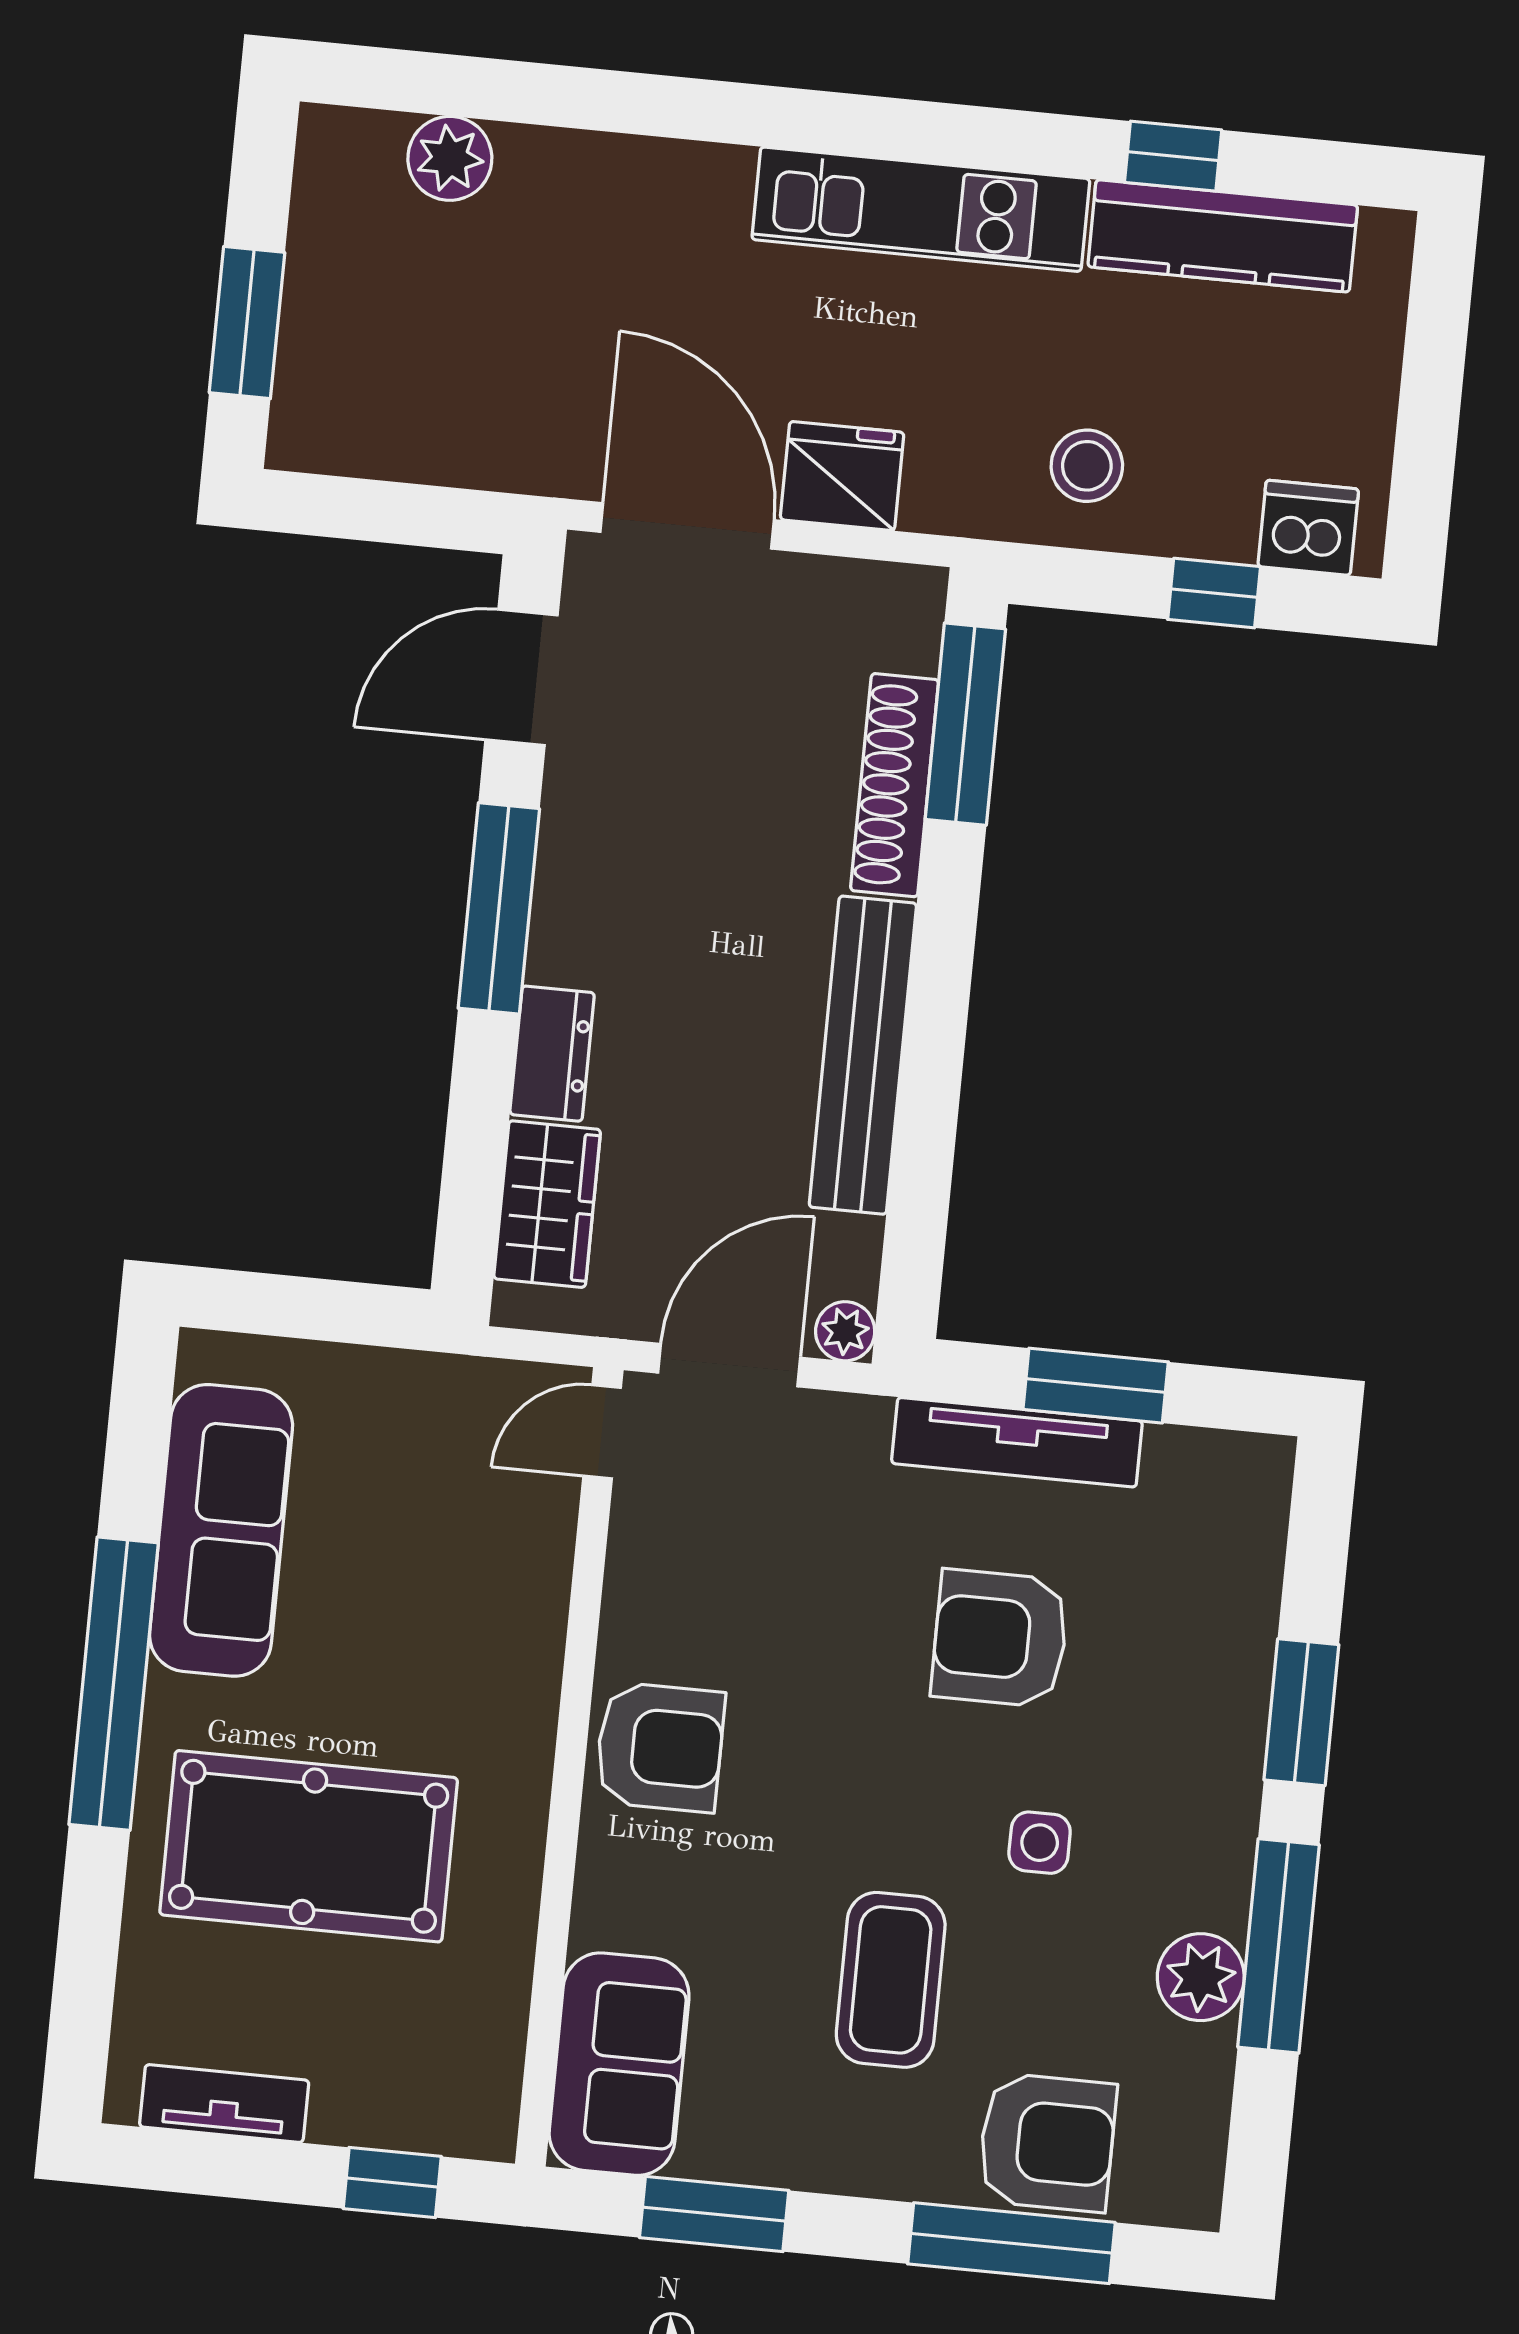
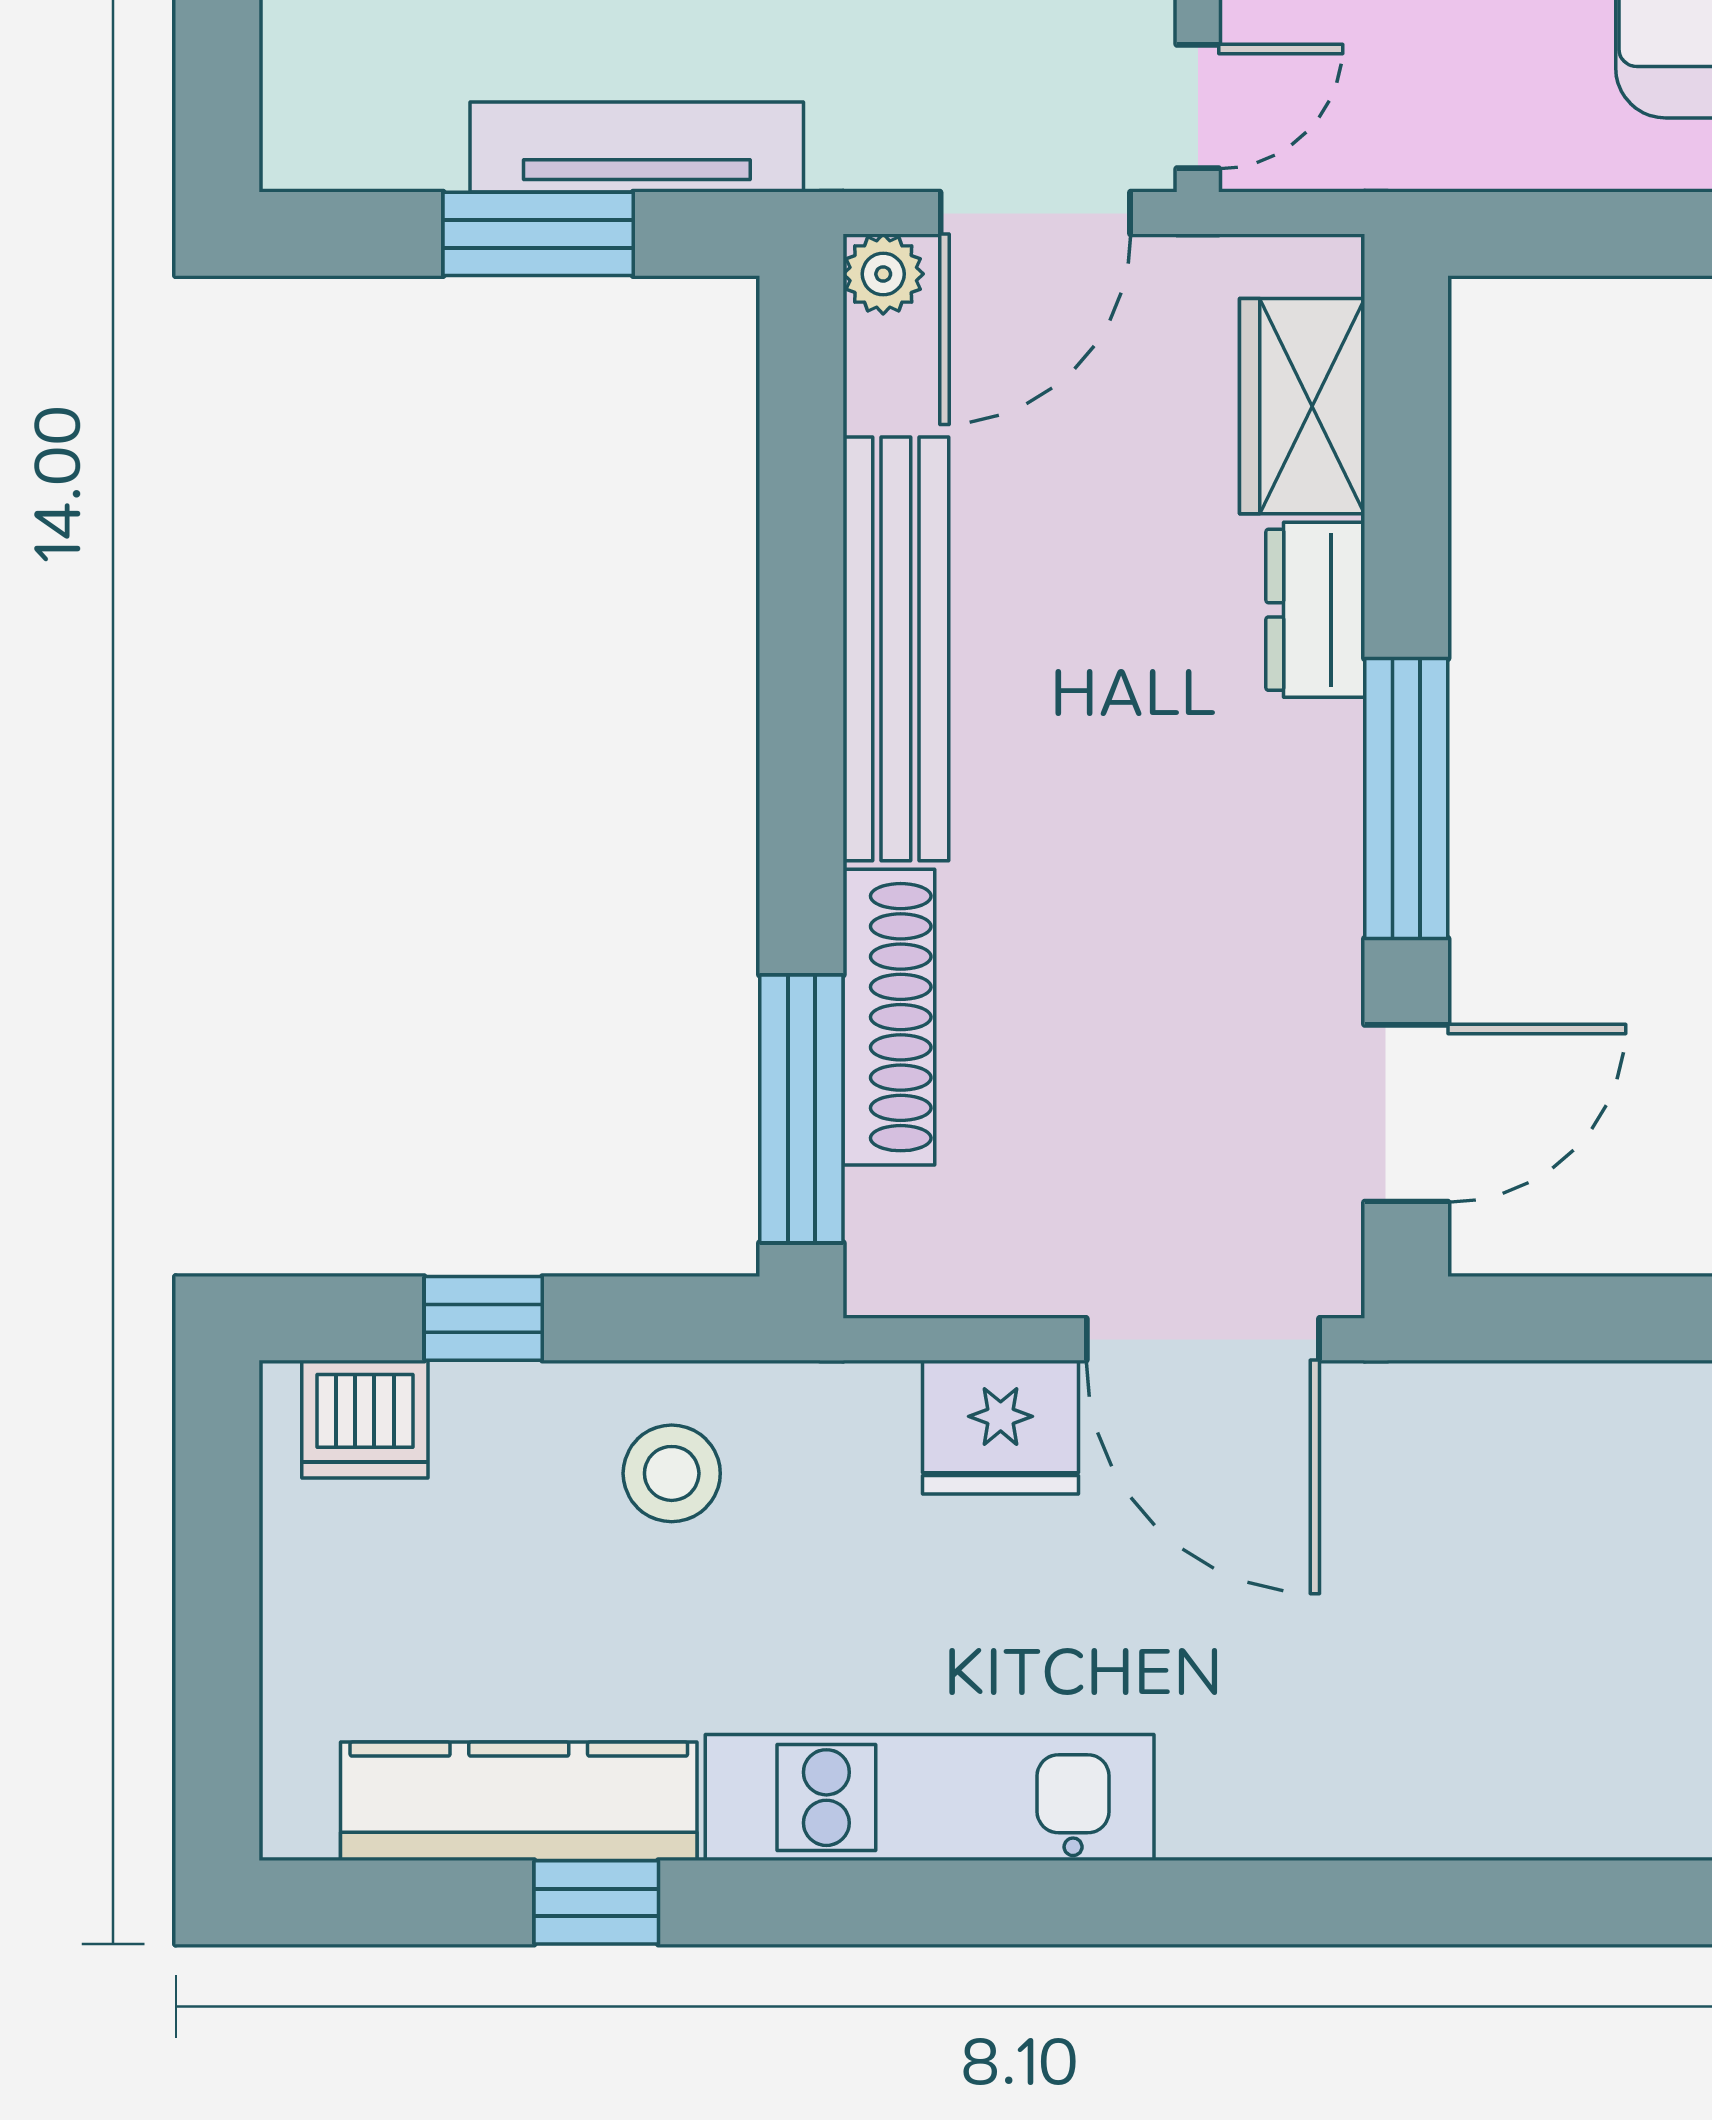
plant: (450, 158) -> (1572, 1804), removed

